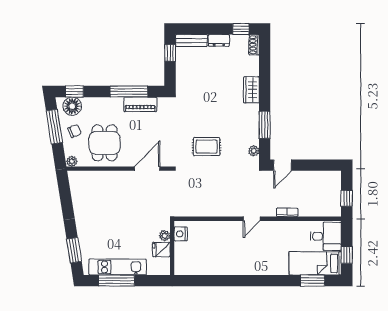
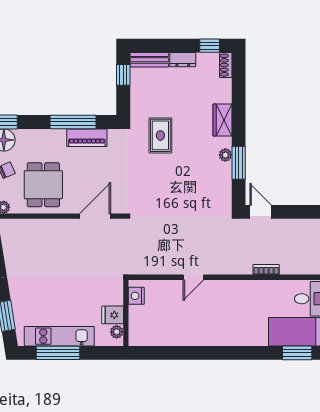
rug: (207, 147) -> (160, 135), moved, turned 90
plant: (254, 151) -> (225, 155), moved
door: (283, 165) -> (261, 212), swing flipped
door: (252, 219) -> (193, 277), moved
plant: (165, 236) -> (117, 332), moved

